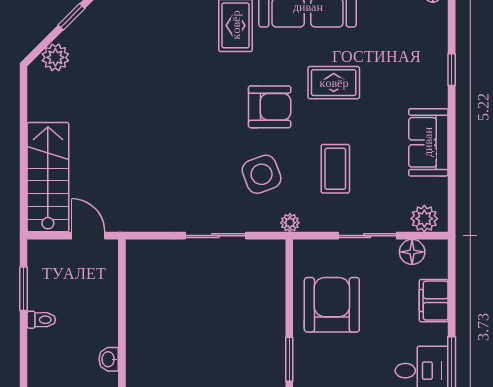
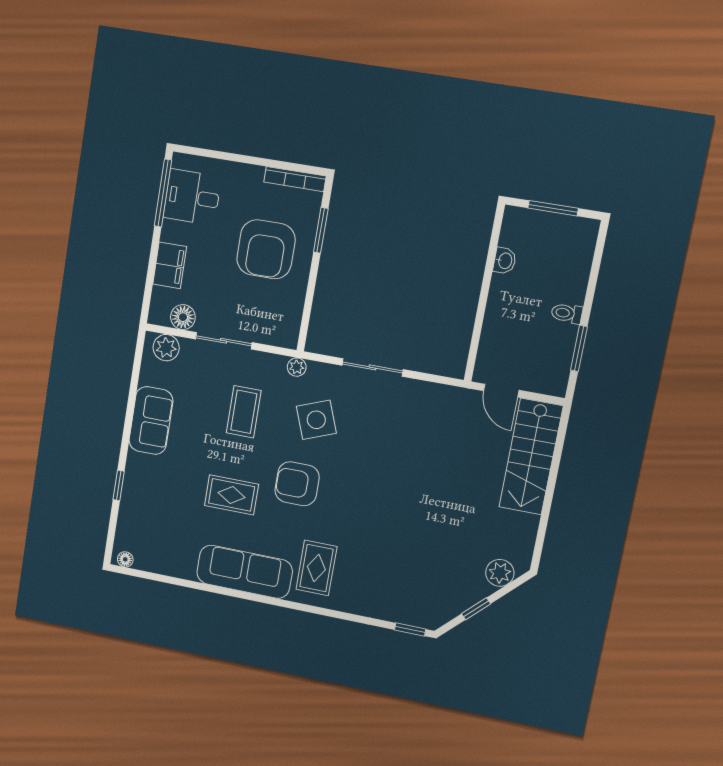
armchair: (332, 305) -> (266, 249), moved

